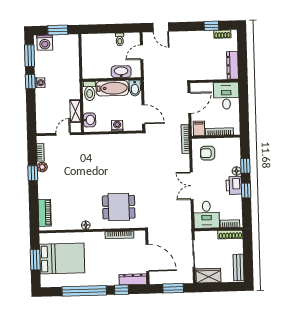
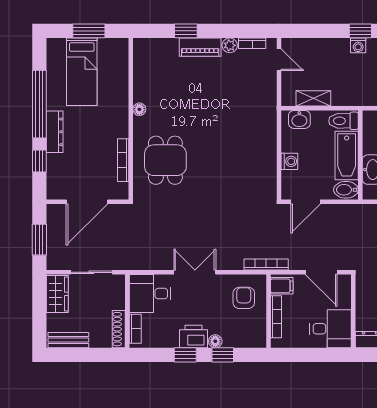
door: (63, 134) -> (279, 60), moved
window: (33, 173) -> (186, 31), moved
piano: (45, 213) -> (200, 47), moved
bed: (62, 259) -> (82, 72), width x0.67
dresser: (133, 279) -> (55, 132), moved

